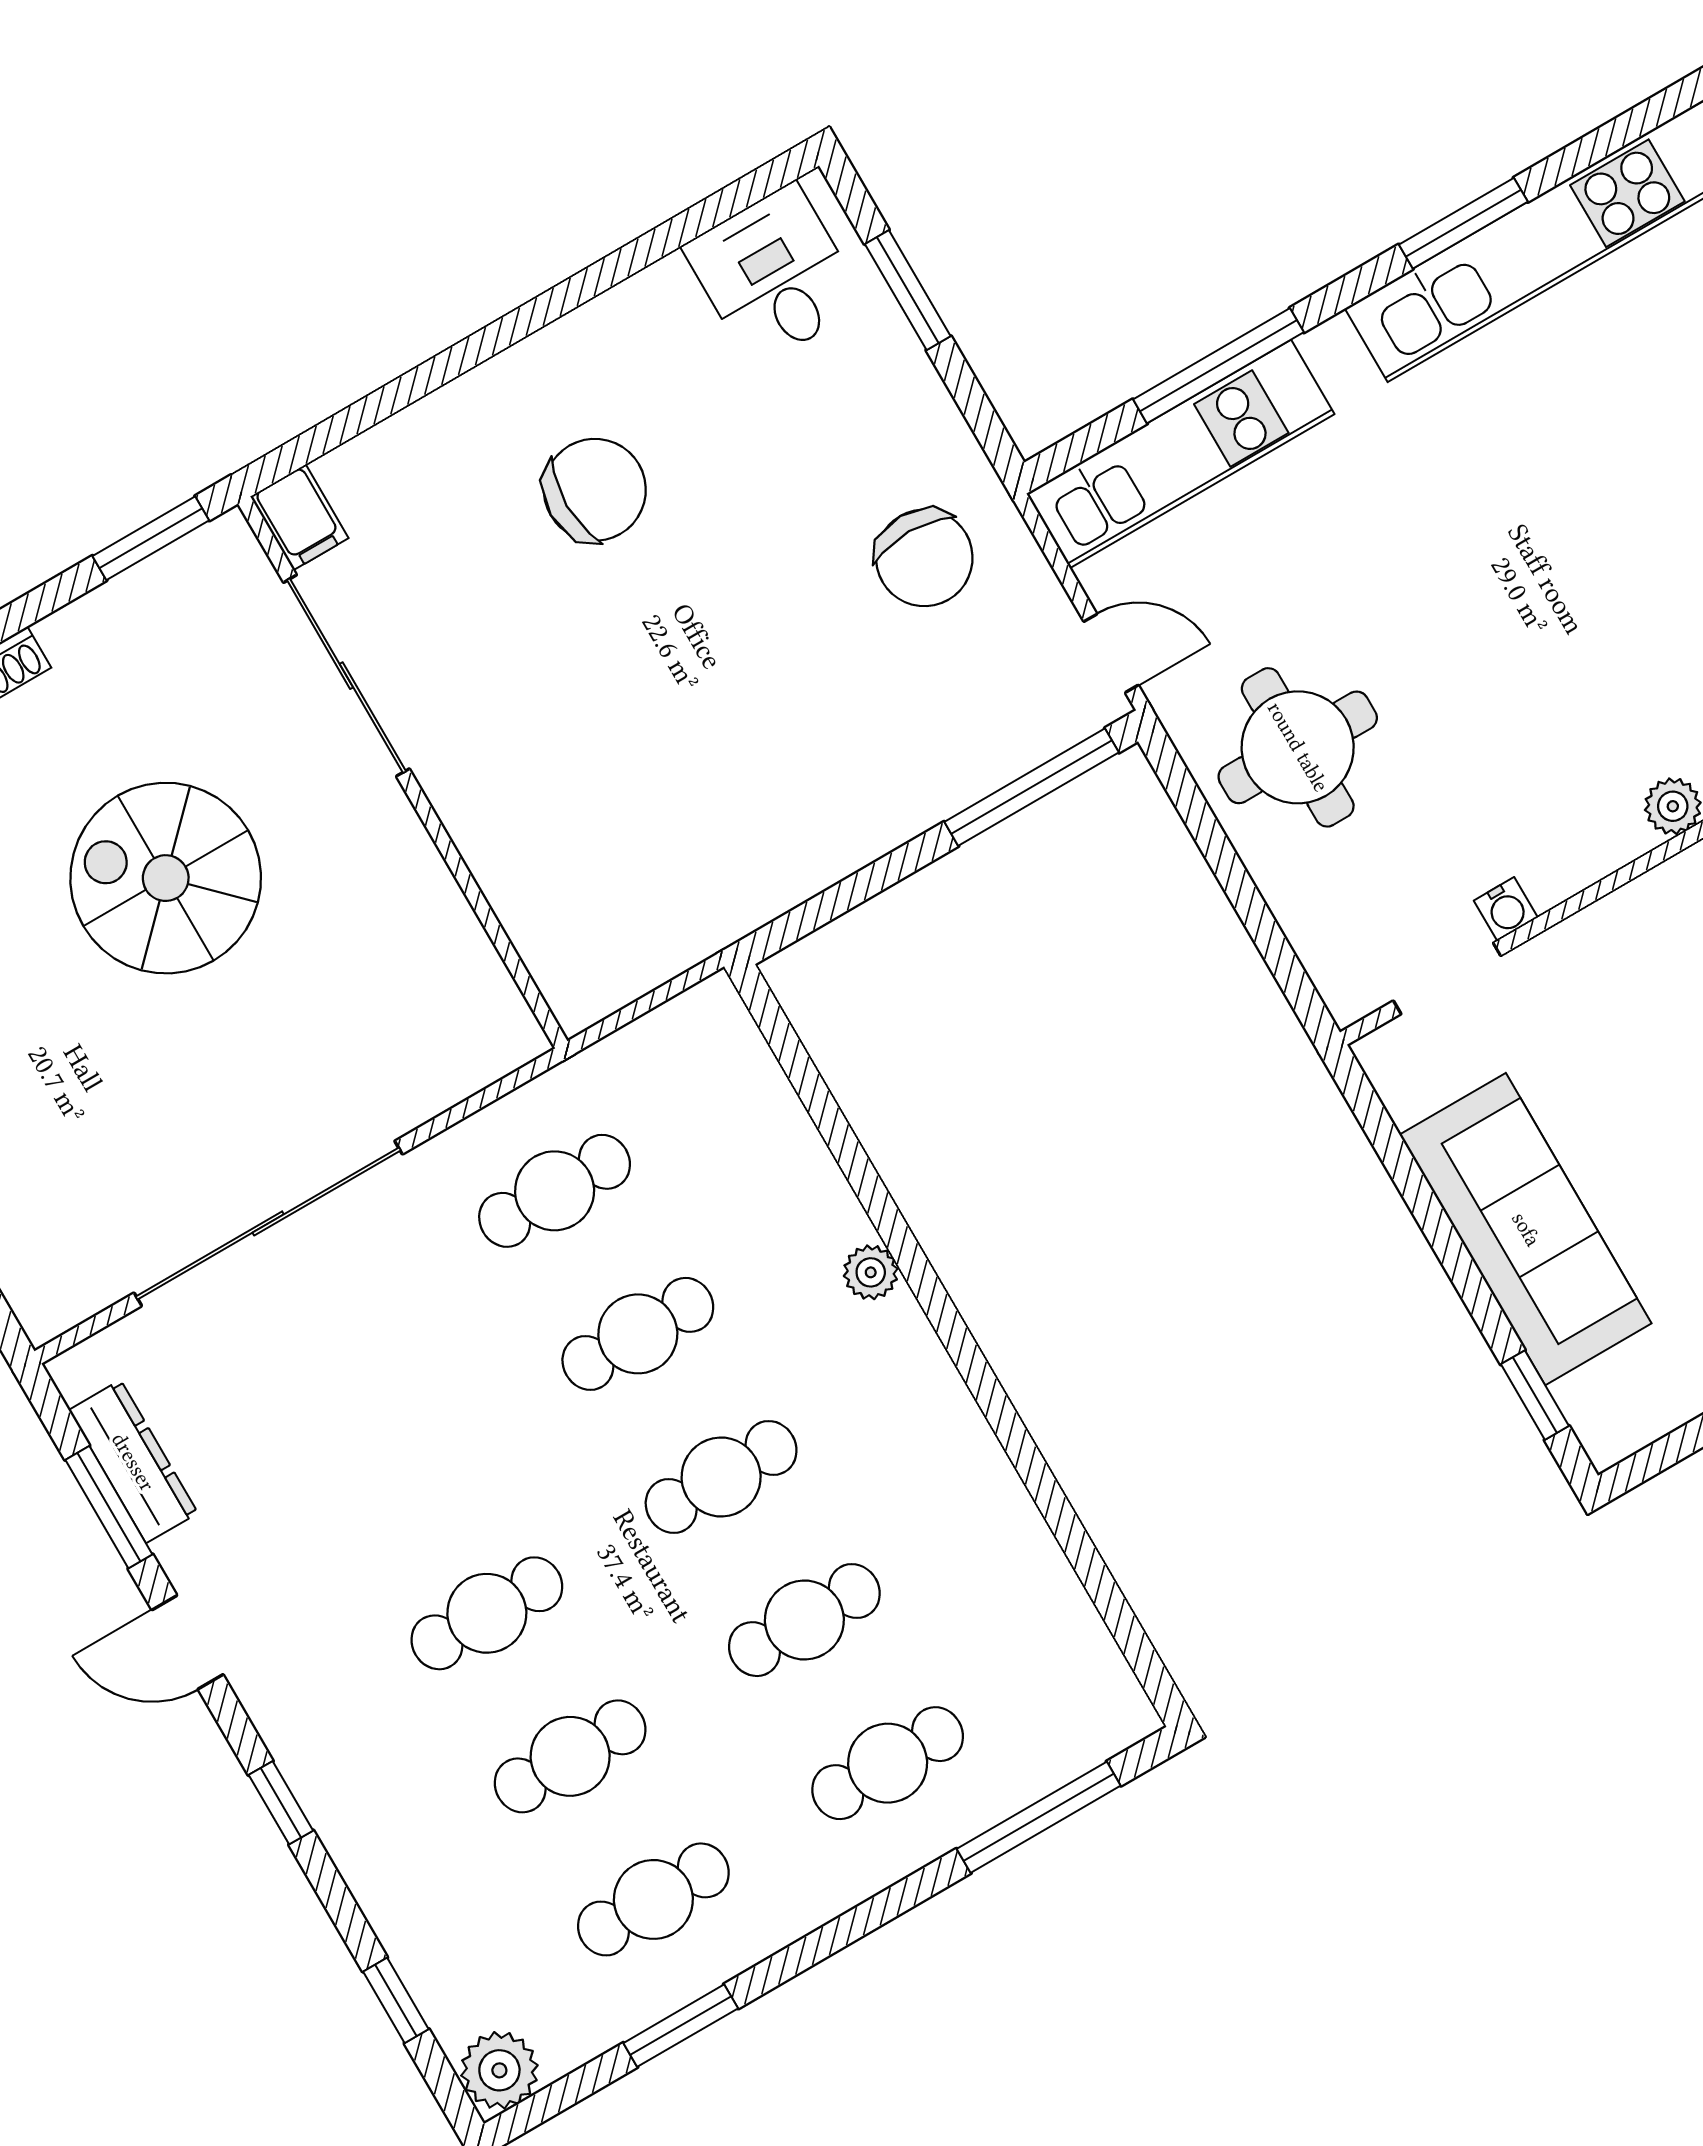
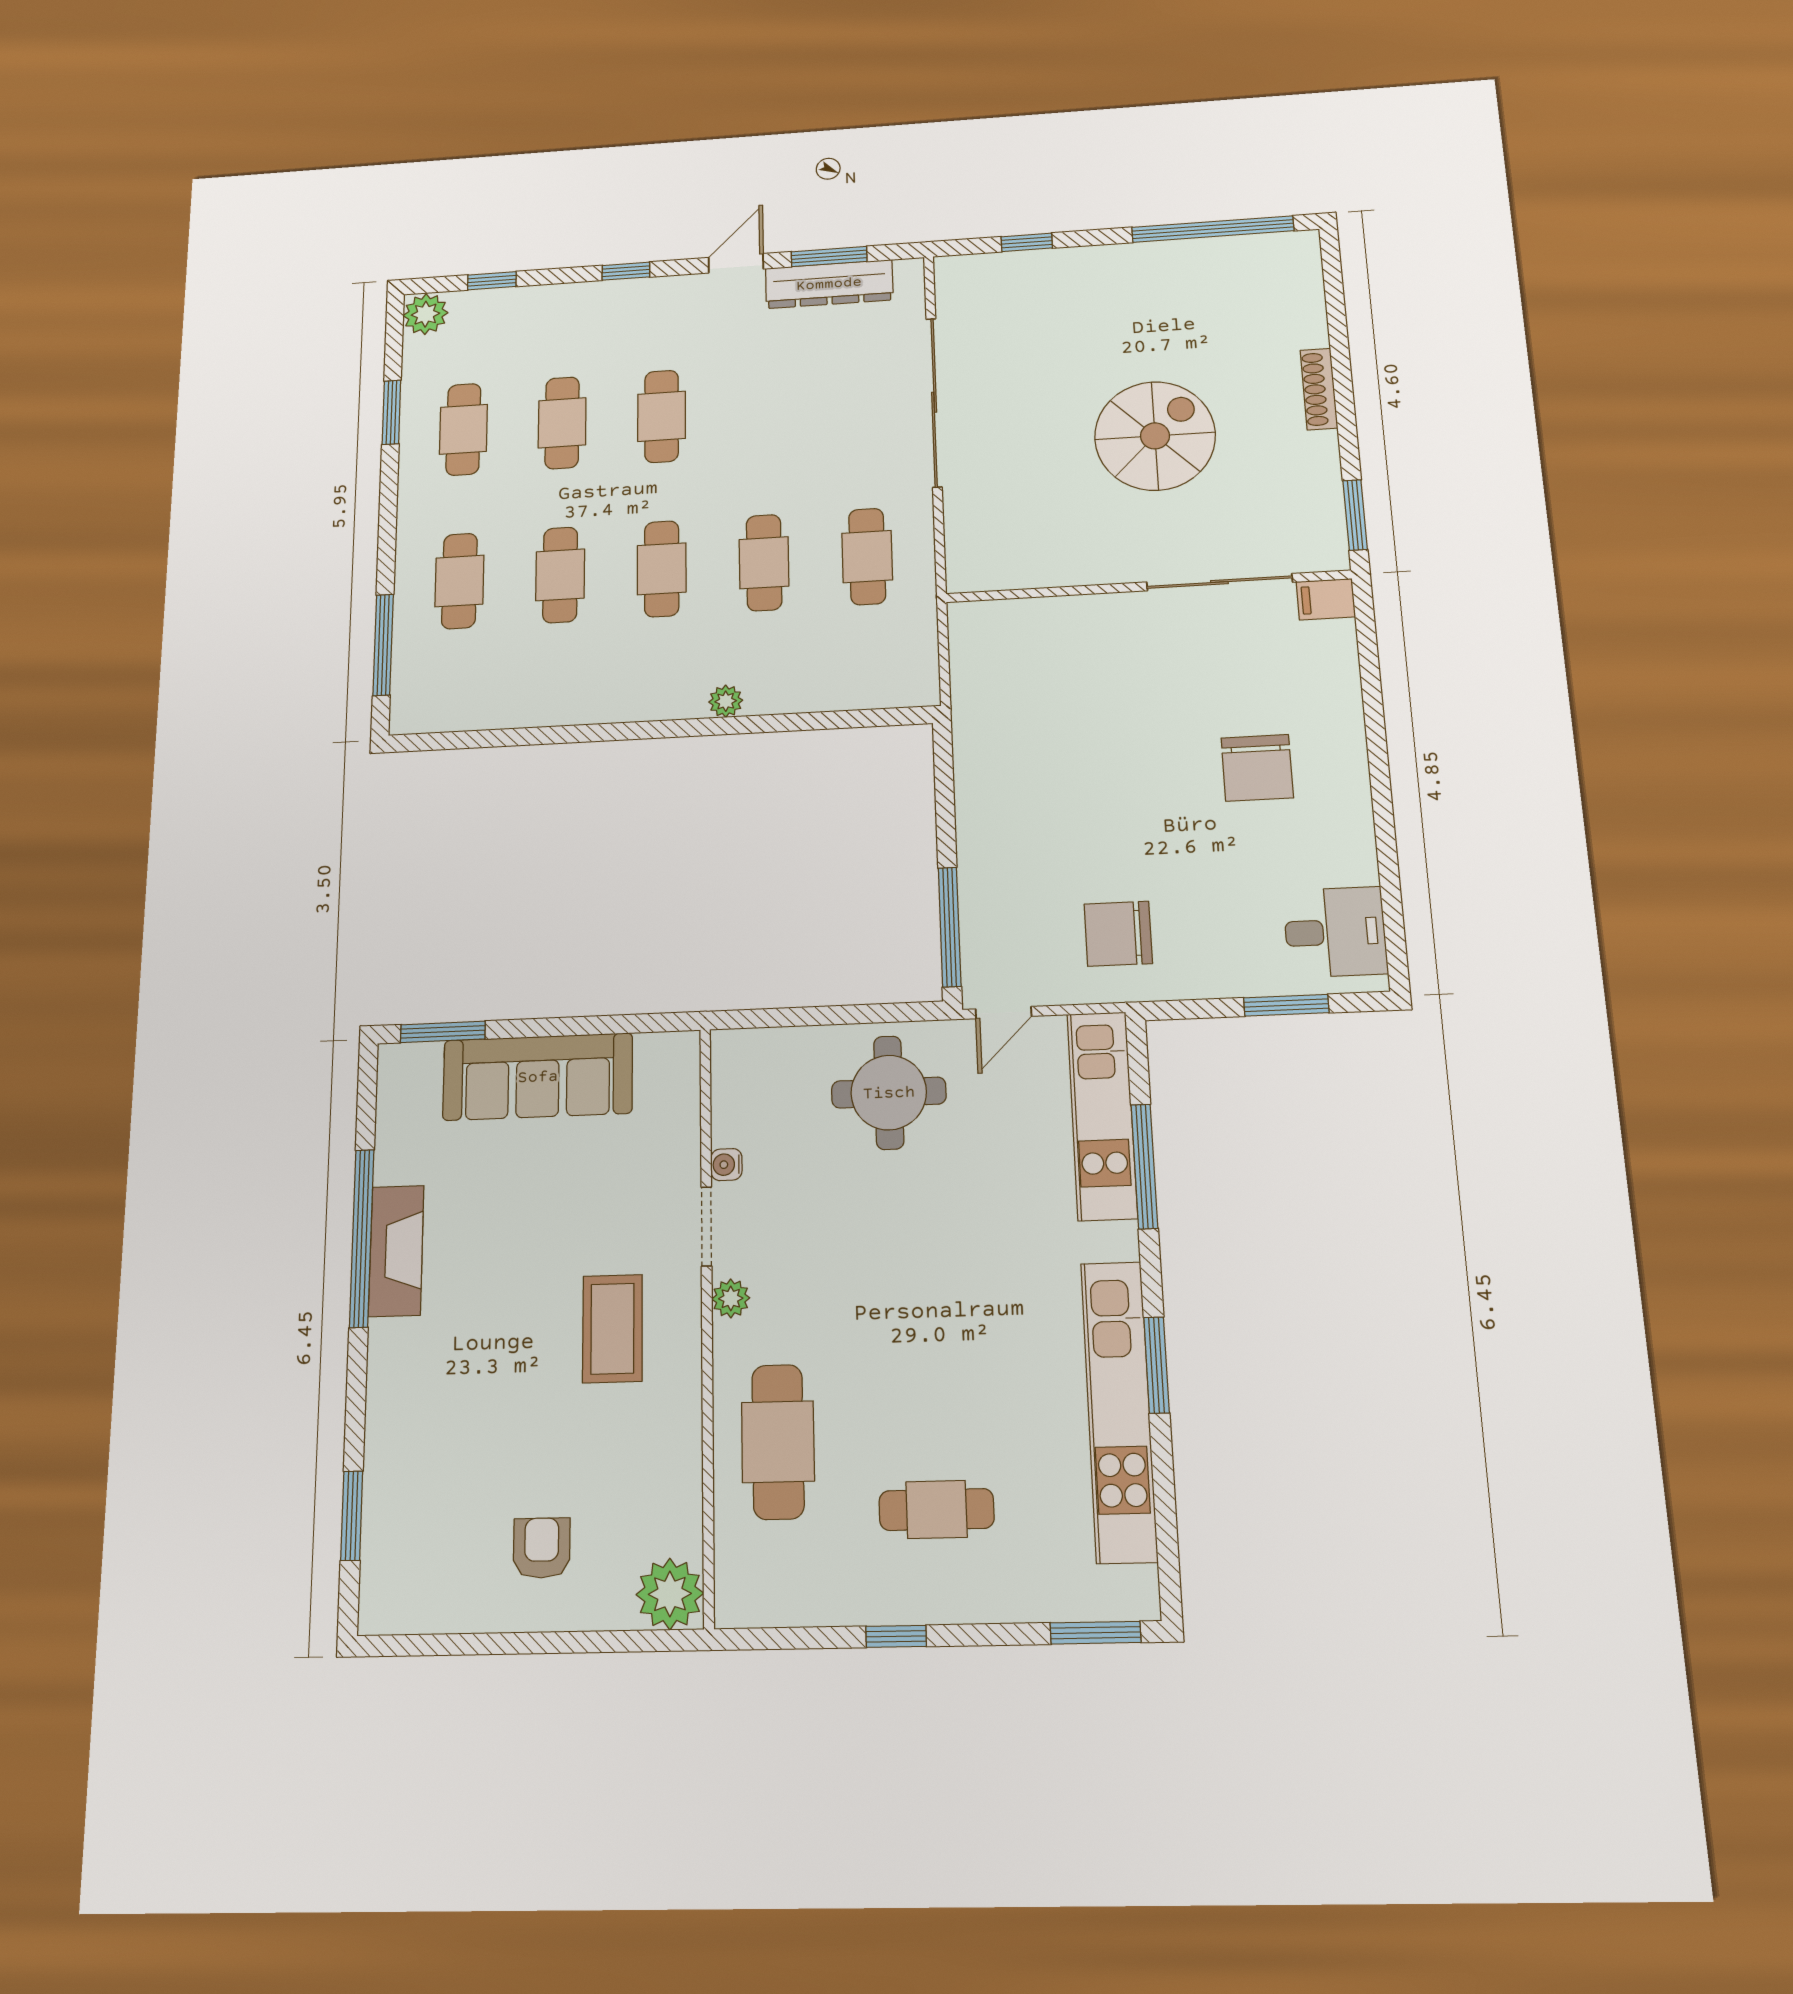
doorway: (1447, 978) -> (706, 1226), moved
window: (1535, 1395) -> (443, 1032), width x1.50
dresser: (133, 1462) -> (829, 284), width x1.37, depth x1.24

